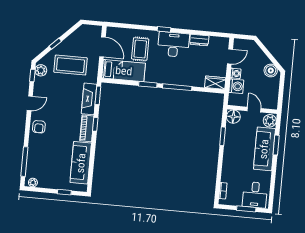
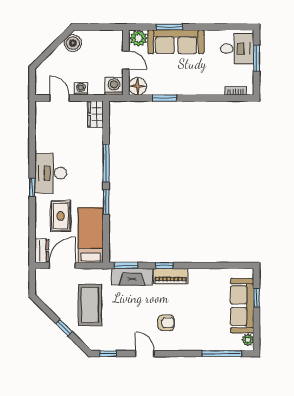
dresser: (199, 40) -> (42, 251), moved
rug: (140, 49) -> (61, 216), turned 90
plant: (41, 70) -> (100, 343), removed
washing machine: (236, 86) -> (114, 86), moved
door: (254, 110) -> (126, 60), swing flipped
armchair: (39, 127) -> (166, 323), moved
sofa: (81, 163) -> (242, 306), moved, turned 90

